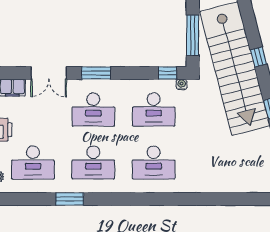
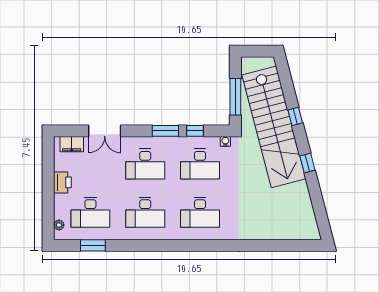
window: (96, 73) -> (165, 131), moved
window: (167, 73) -> (195, 131), moved
window: (70, 199) -> (93, 245), moved

